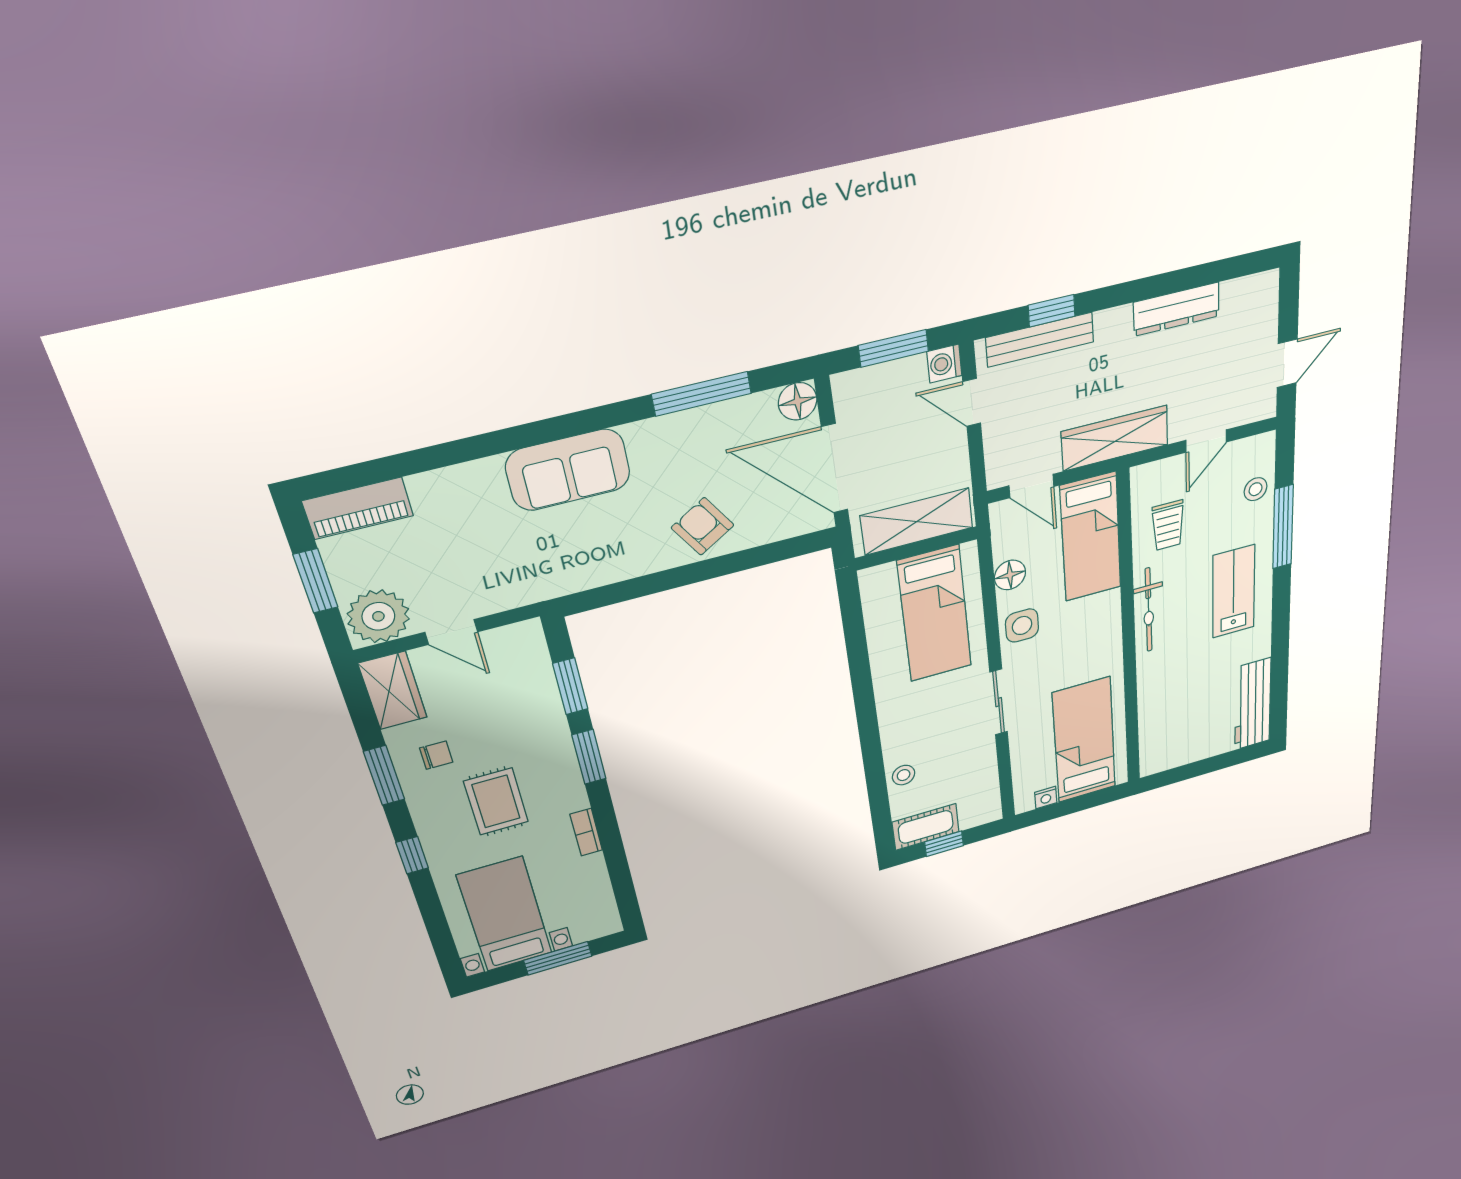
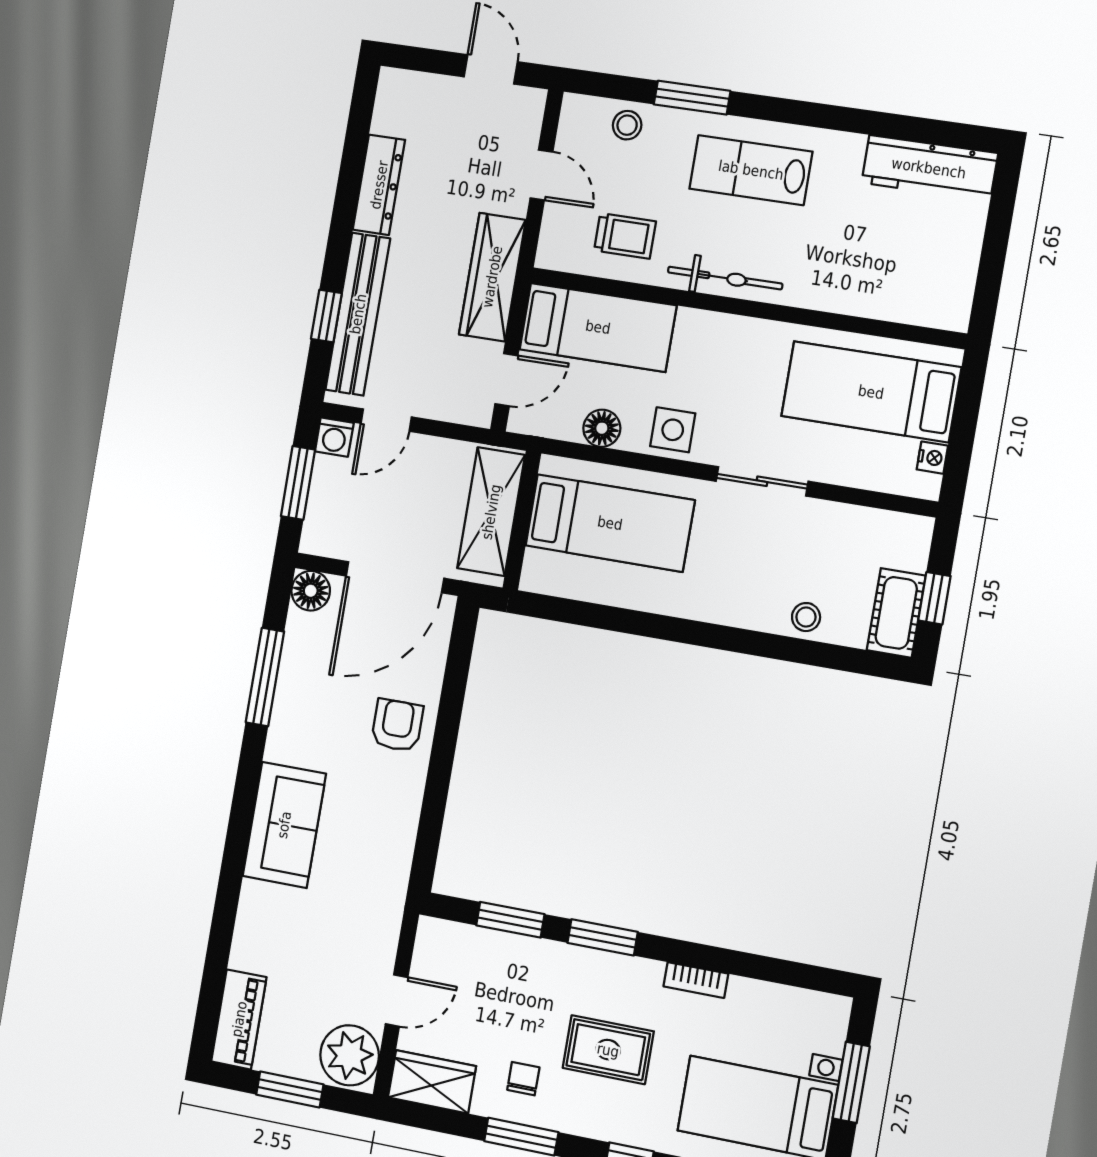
bench: (1040, 340) -> (358, 314), width x1.37, depth x1.21
armchair: (703, 526) -> (397, 725), turned 122
window: (1283, 527) -> (692, 98), width x0.69

